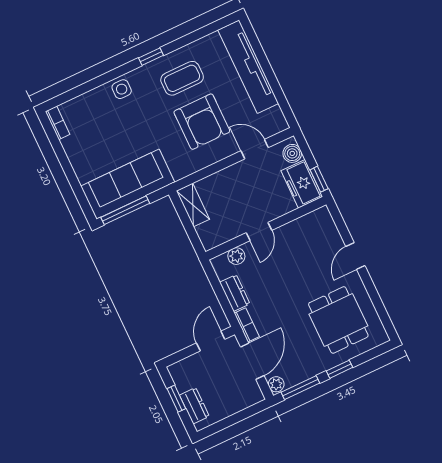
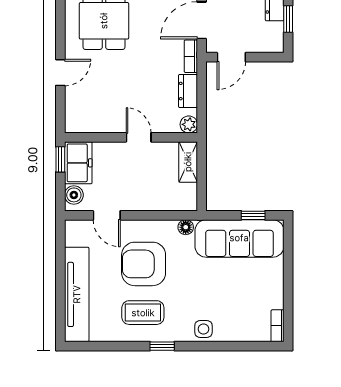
armchair: (202, 122) -> (144, 264), turned -90
floor lamp: (180, 172) -> (186, 227), added
shelving: (193, 205) -> (188, 162), moved
window: (125, 210) -> (253, 215), width x0.46
door: (259, 231) -> (139, 137), hinge flipped
plant: (236, 256) -> (189, 124), moved

